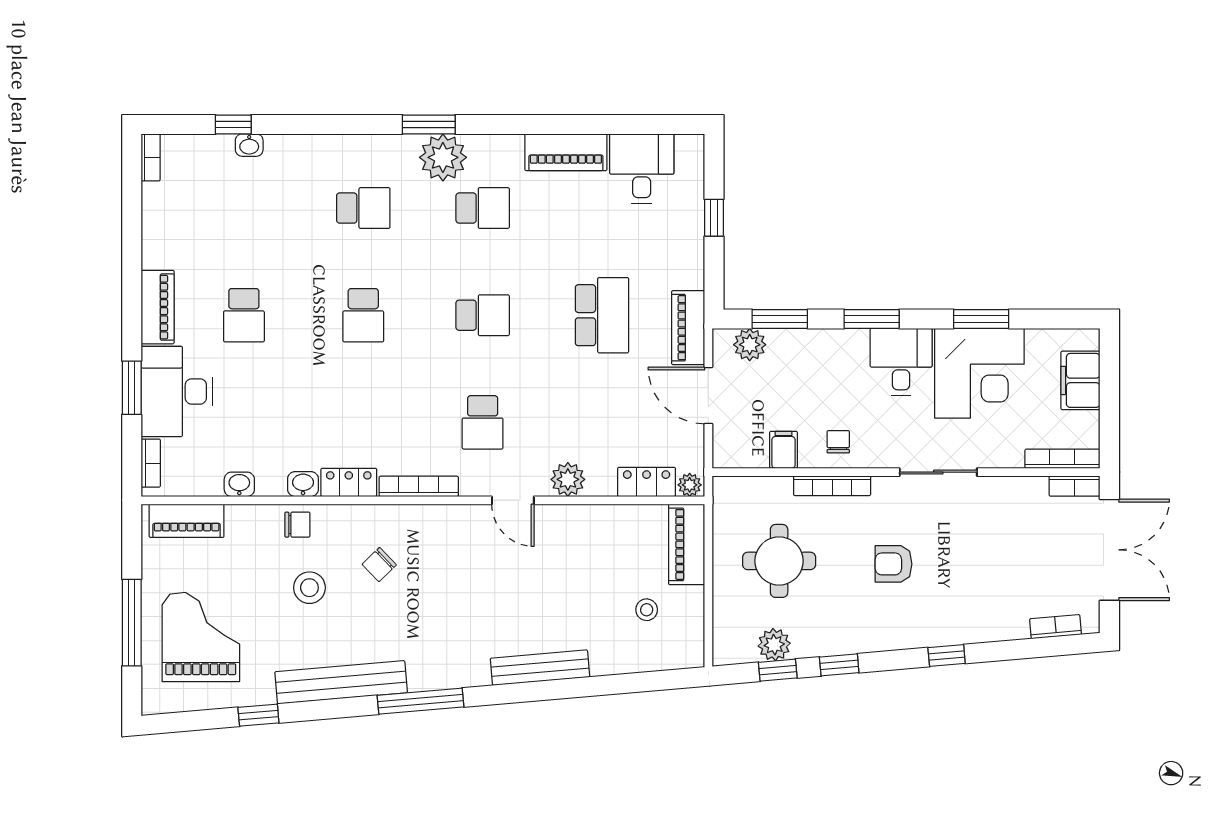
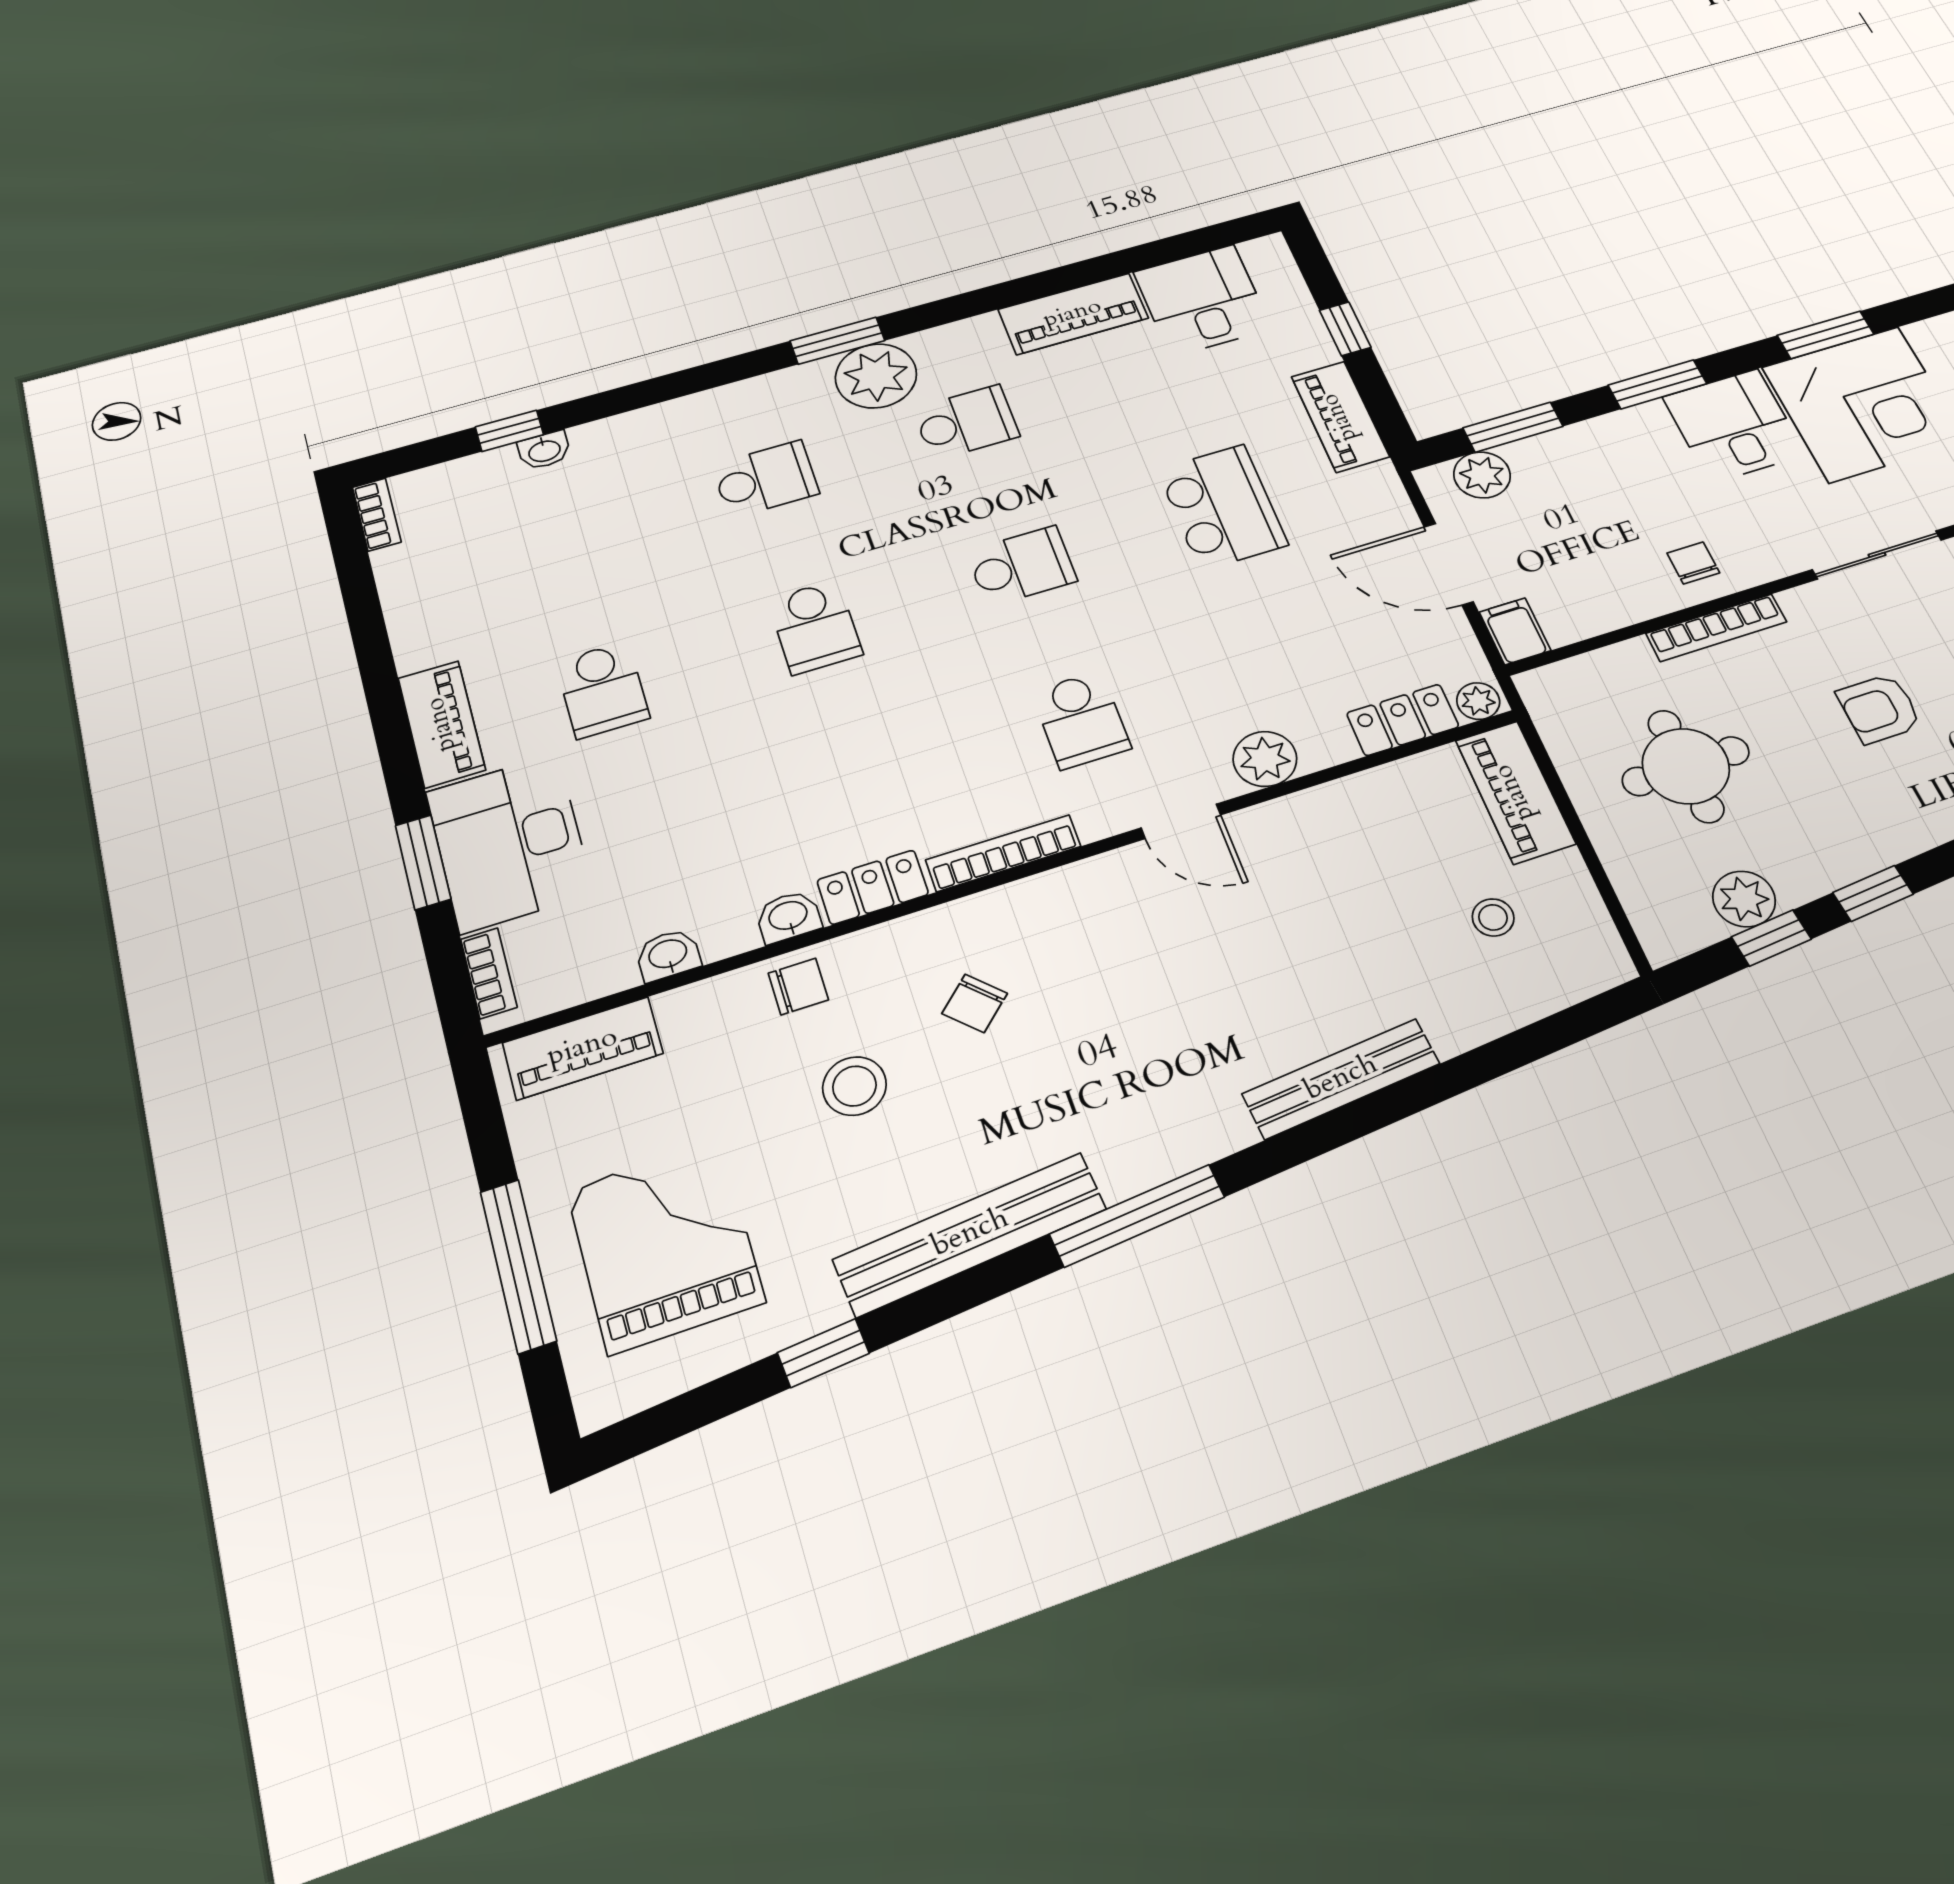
piano: (688, 328) -> (1340, 417), moved
filing cabinet: (783, 450) -> (1515, 631), moved

